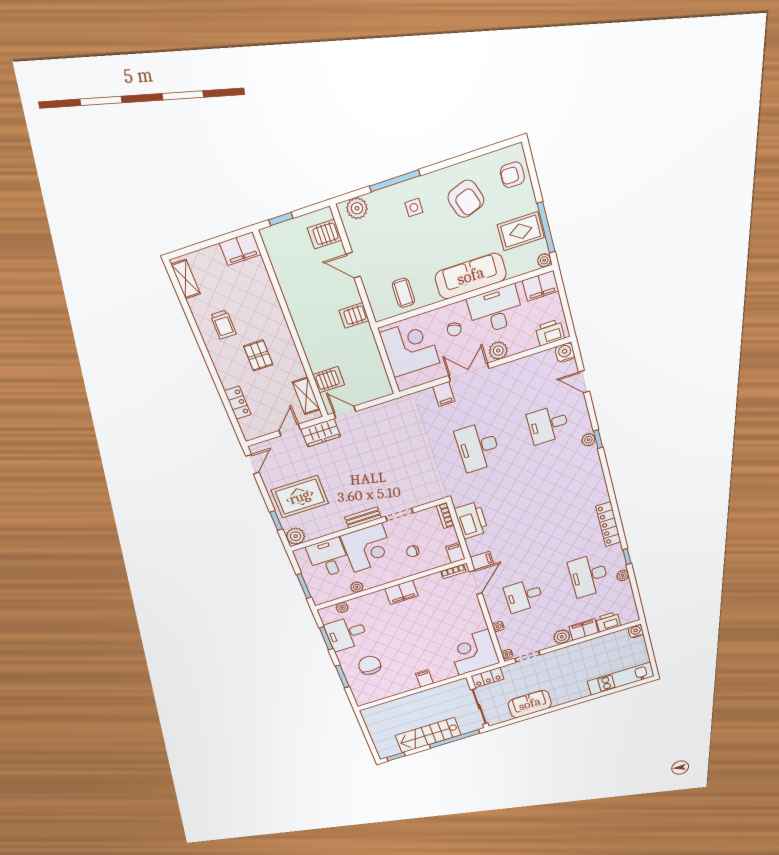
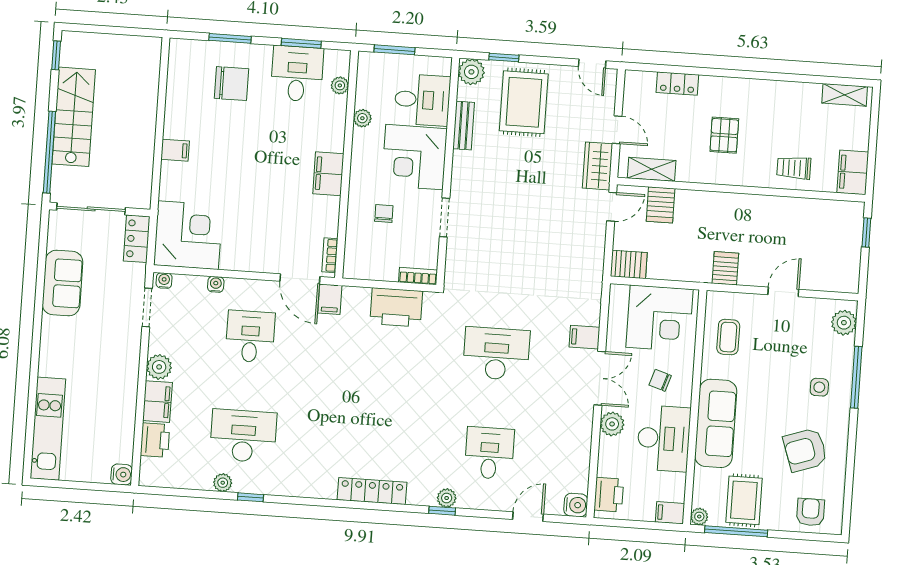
server rack: (325, 234) -> (629, 264), moved, turned 90
filing cabinet: (541, 286) -> (670, 513), width x0.50
coffee table: (403, 293) -> (728, 337), turned 90
trolley: (223, 325) -> (794, 168), moved
pallet: (258, 355) -> (724, 135), turned 90
bench: (363, 518) -> (464, 126), moved
locker: (608, 524) -> (372, 491), moved
filing cabinet: (456, 553) -> (357, 269), removed

